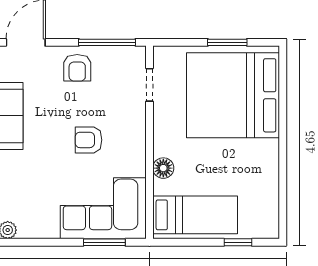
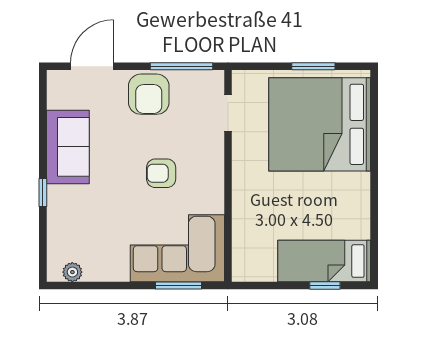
armchair: (77, 68) -> (149, 94), width x1.38, depth x1.38
floor lamp: (163, 168) -> (243, 204), removed
bed: (195, 215) -> (324, 261), moved, turned 180

